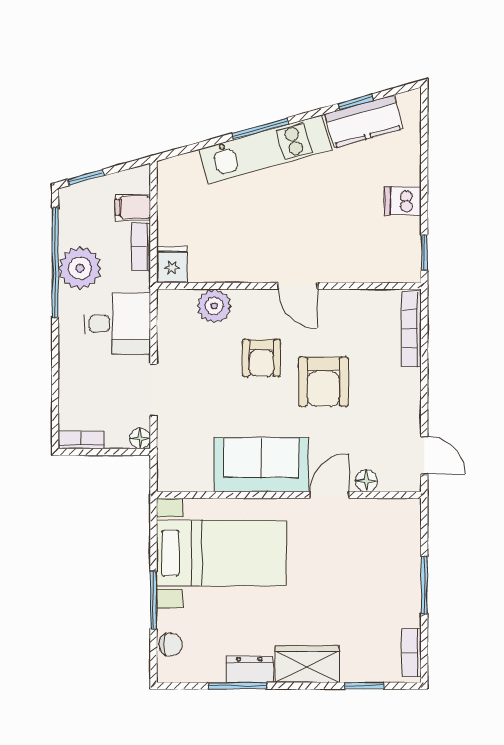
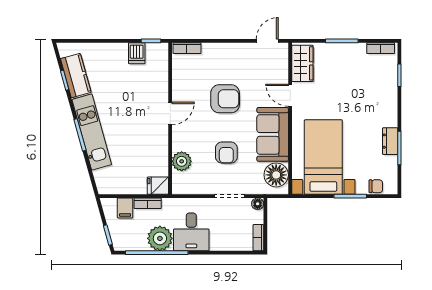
dishwasher: (403, 201) -> (137, 53), moved
desk: (117, 324) -> (191, 232), moved, turned 180
bookcase: (411, 329) -> (187, 48), width x0.64
armchair: (262, 358) -> (226, 153), moved, turned 90
floor lamp: (366, 481) -> (276, 175), moved, width x1.89, depth x1.89
chair: (171, 645) -> (376, 186), turned 90
wardrobe: (307, 664) -> (302, 63), moved, turned 180

